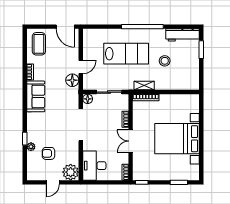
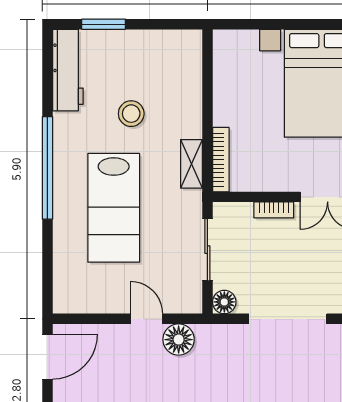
lab bench: (126, 54) -> (114, 208), turned 180

